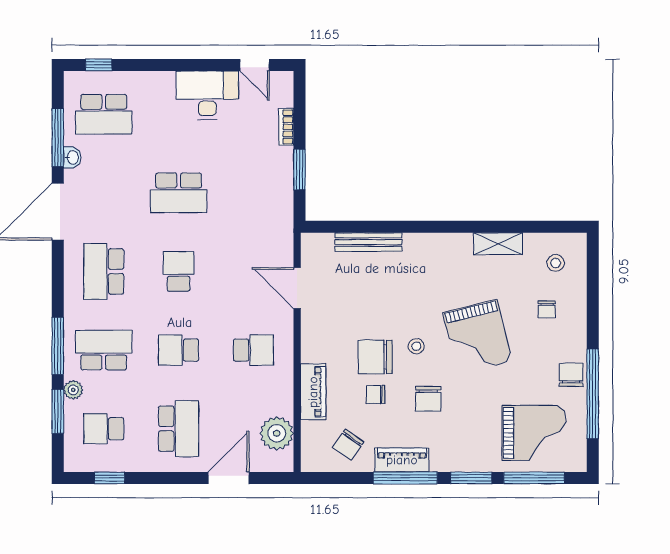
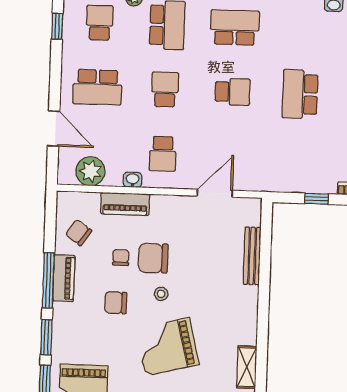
window: (299, 170) -> (316, 199), width x0.67
chair: (375, 357) -> (153, 258), turned -90
washbasin: (285, 384) -> (133, 180), added

